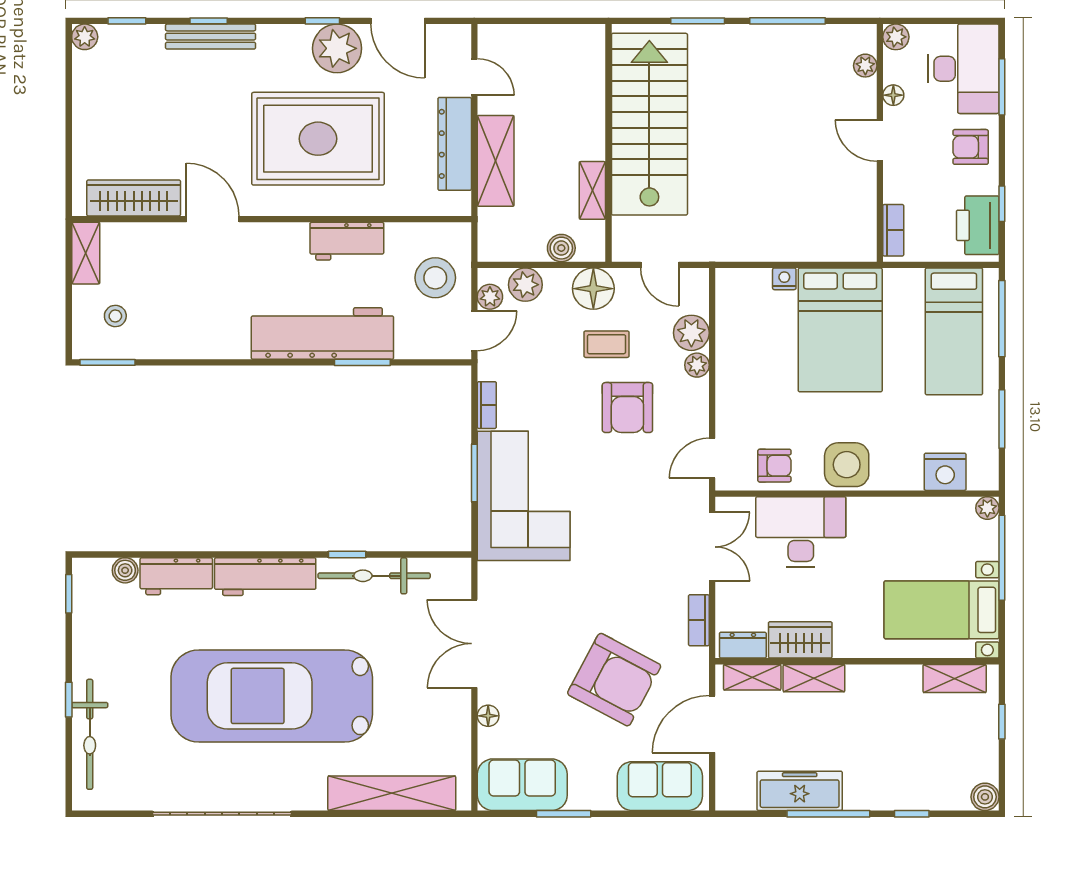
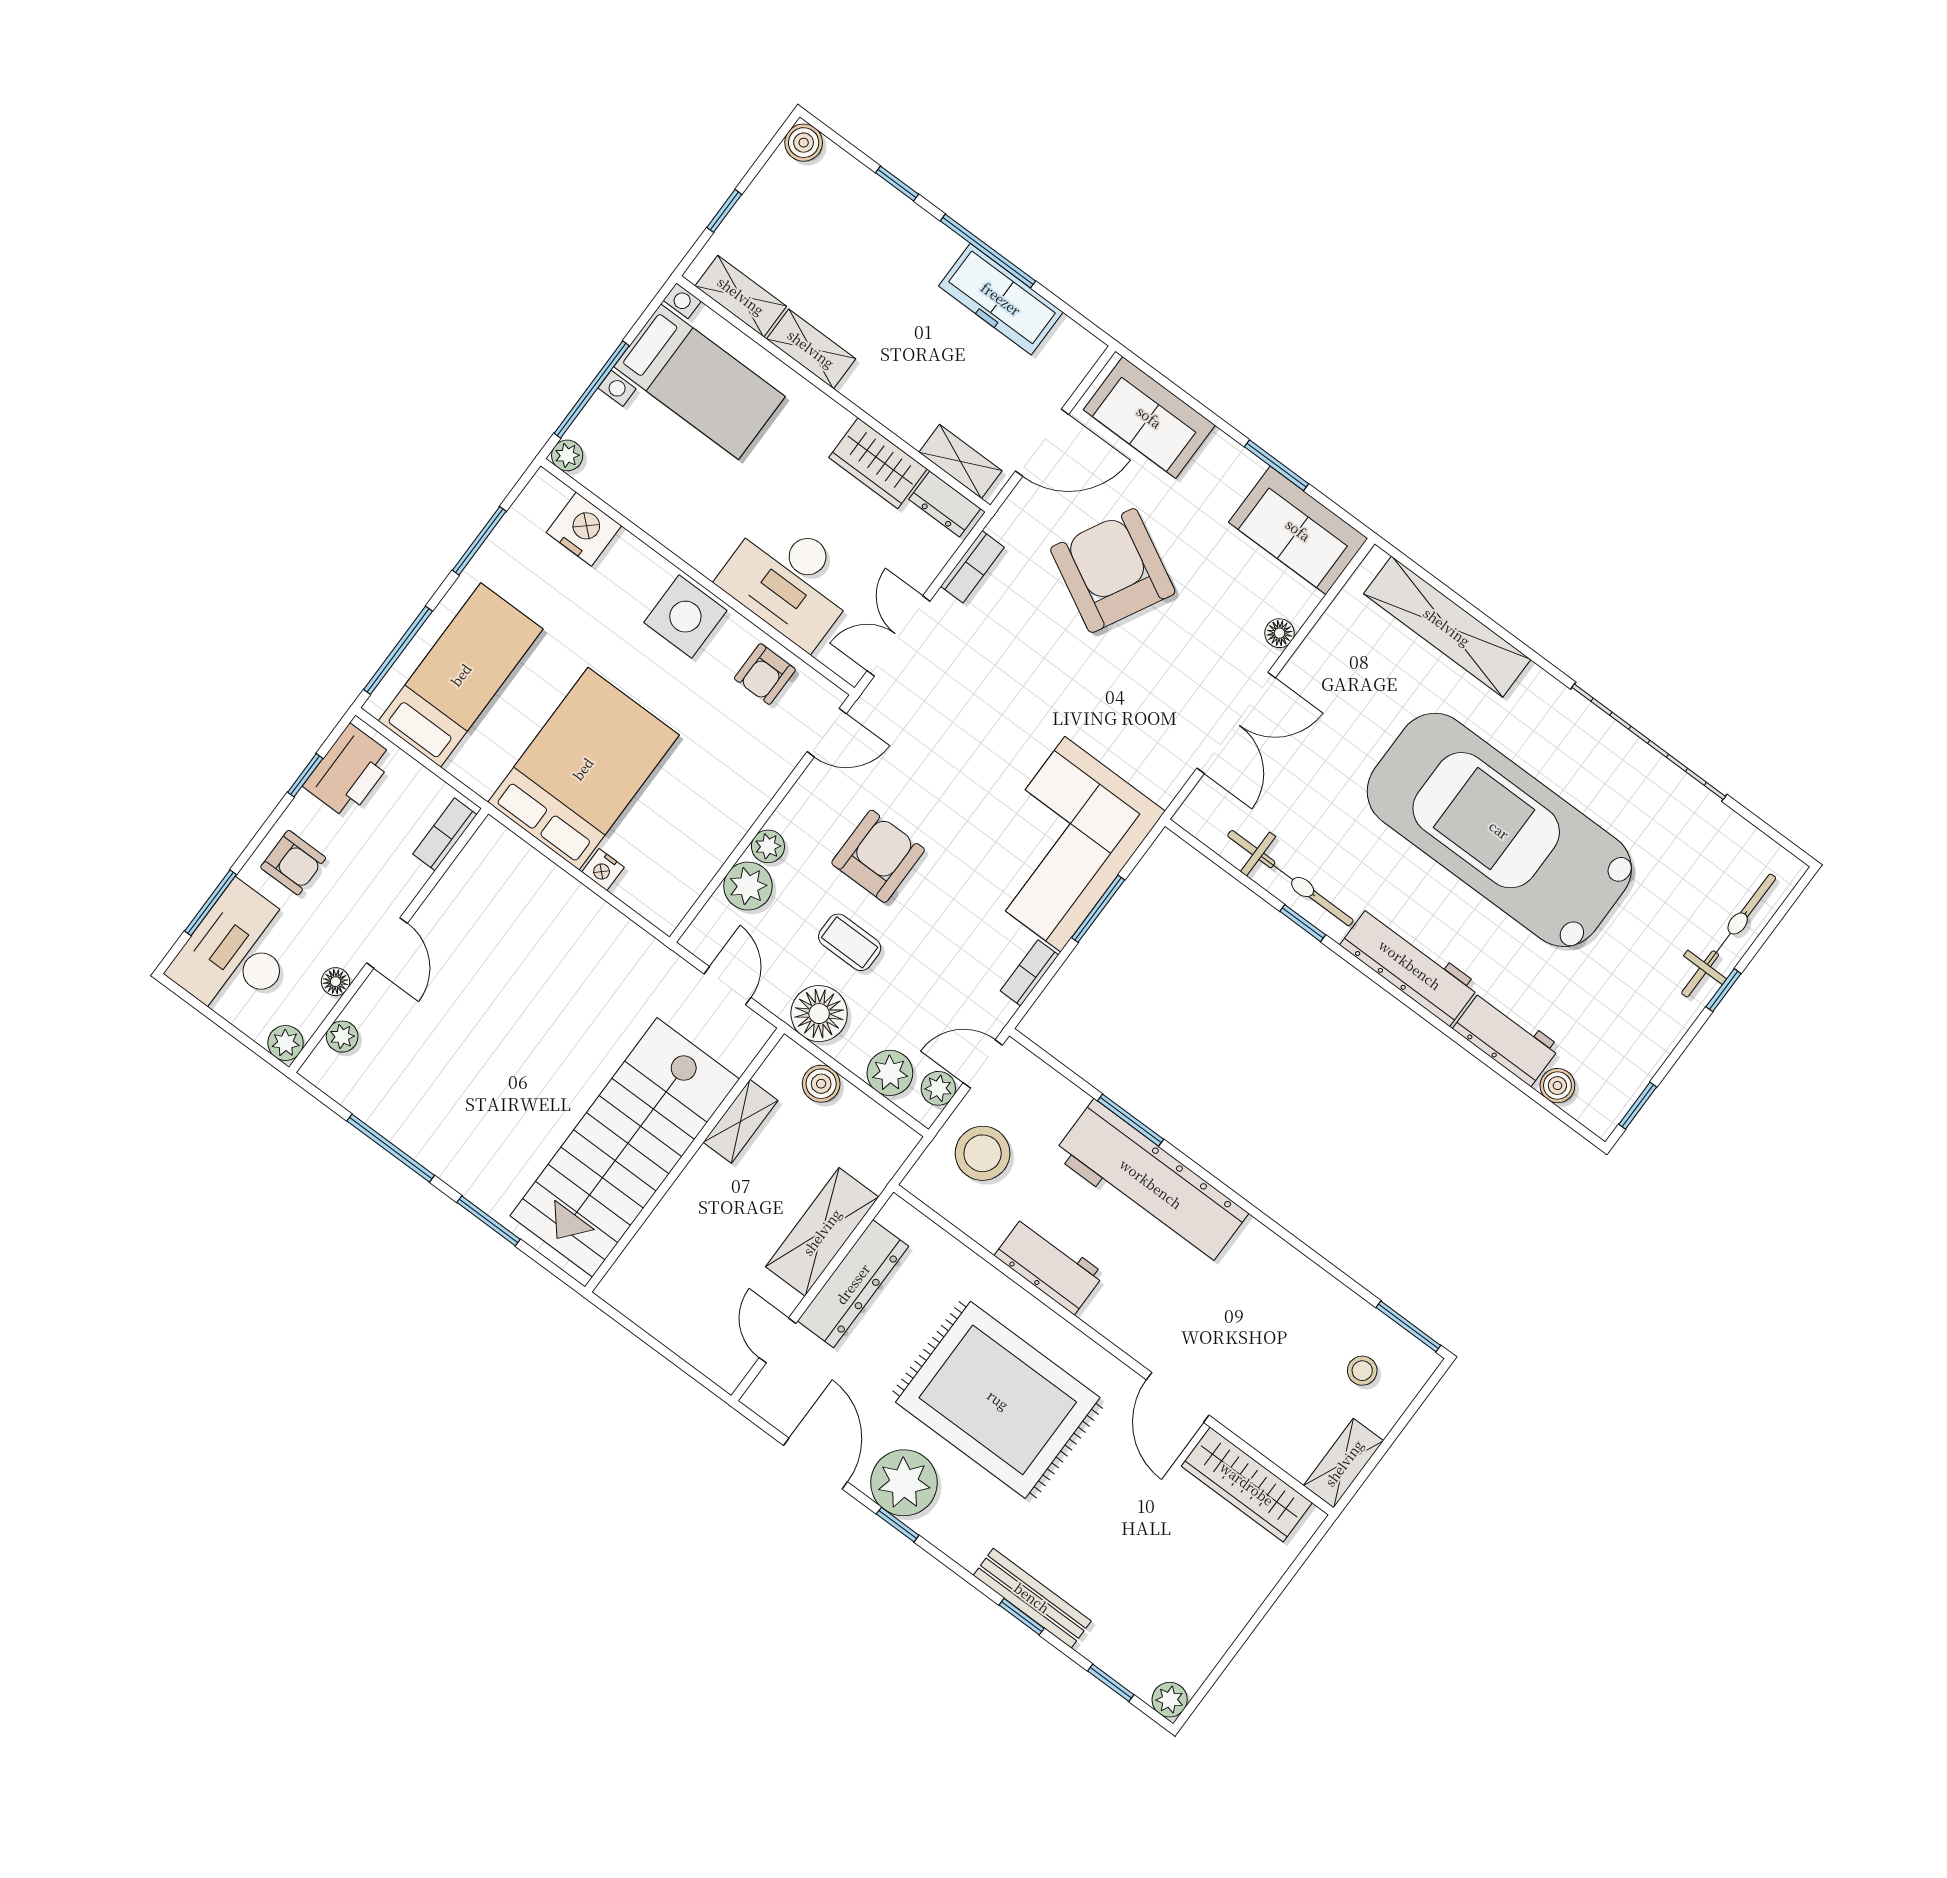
armchair: (774, 466) -> (765, 674), turned -90
shelving: (814, 678) -> (811, 349), moved
car: (272, 696) -> (1499, 830), turned 180

